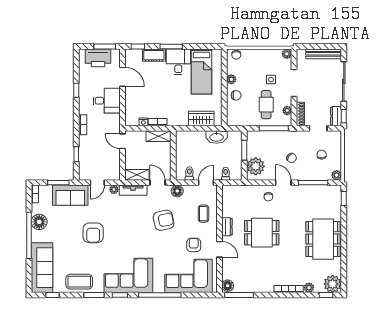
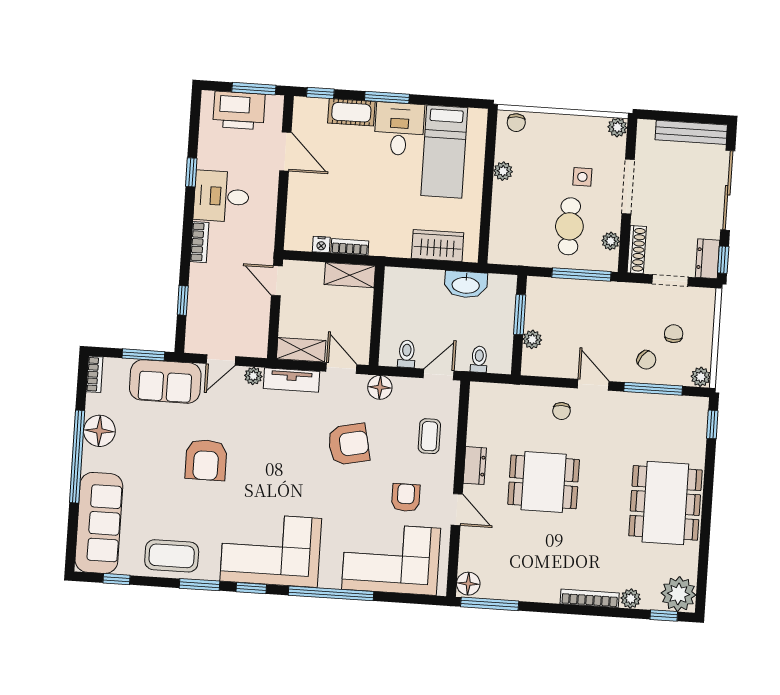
chair: (236, 95) -> (510, 204), removed
desk: (107, 101) -> (221, 196), moved, turned 180
chair: (292, 158) -> (646, 360), moved
plant: (256, 166) -> (532, 339), width x0.53, depth x0.53

